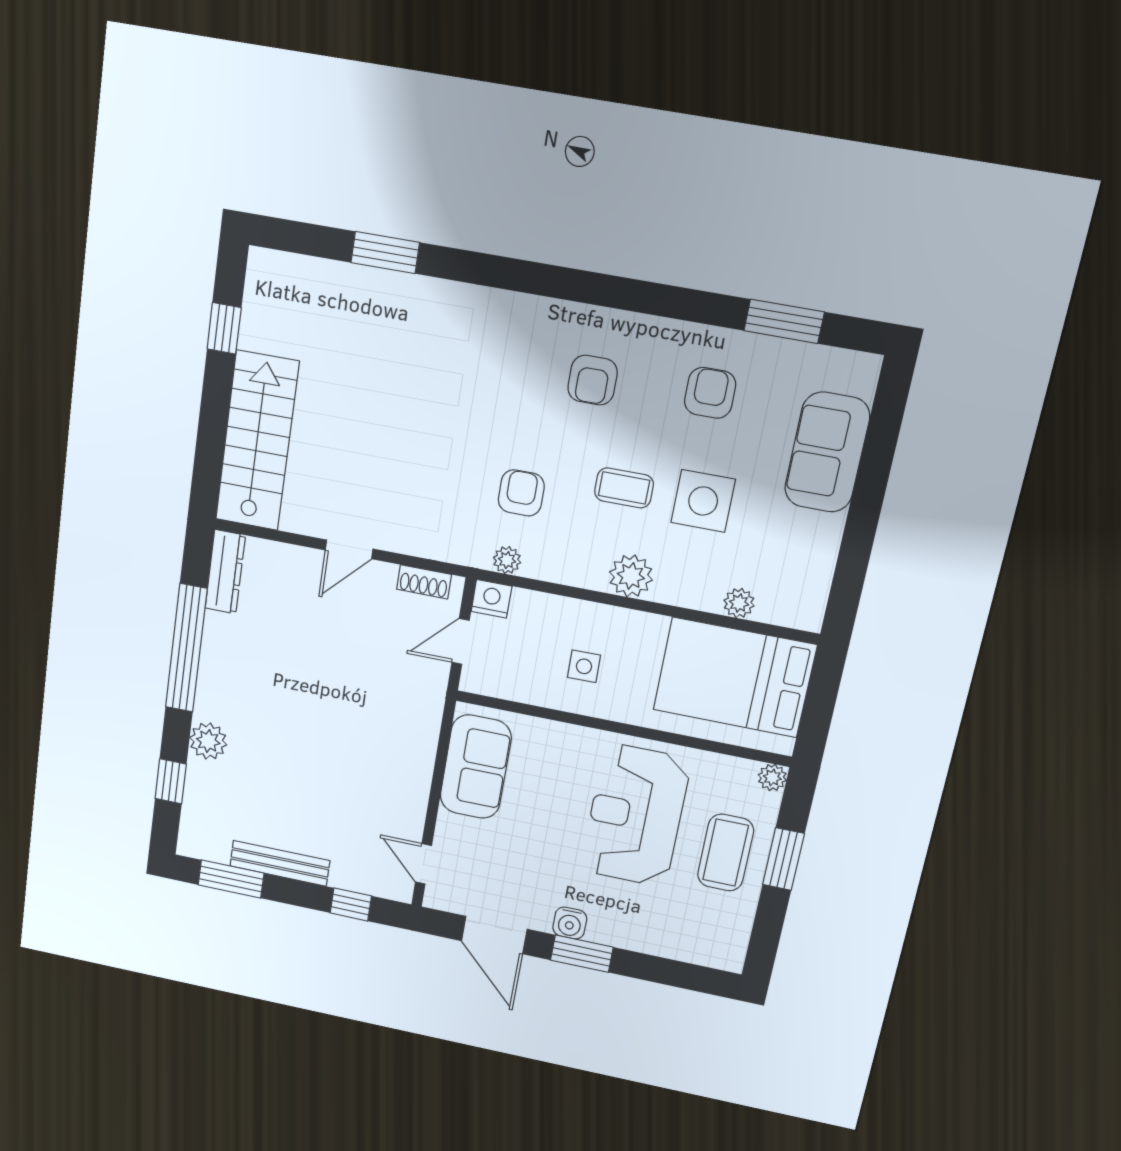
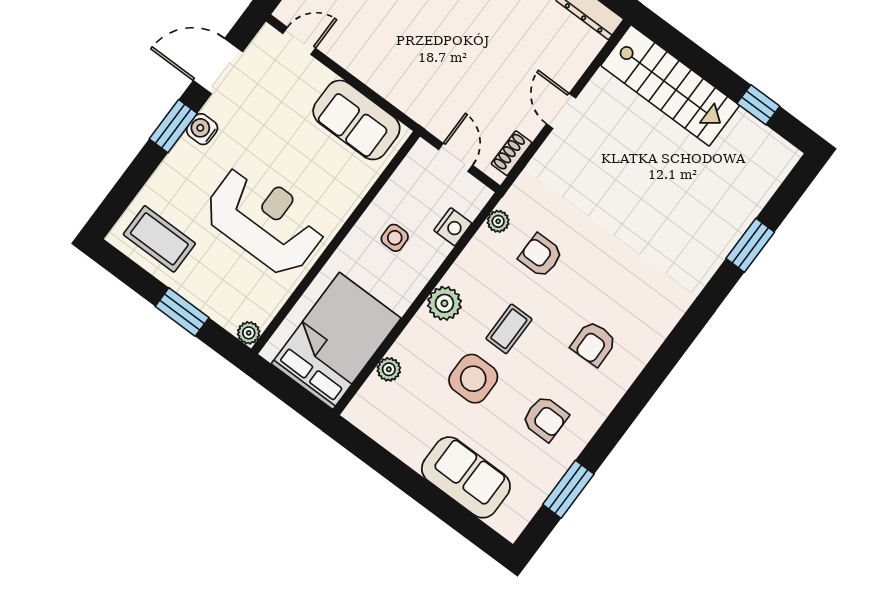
armchair: (593, 380) -> (594, 344), turned -91
armchair: (521, 493) -> (541, 256), turned 180
nightstand: (491, 599) -> (453, 227), moved
coffee table: (726, 853) -> (159, 239), moved

